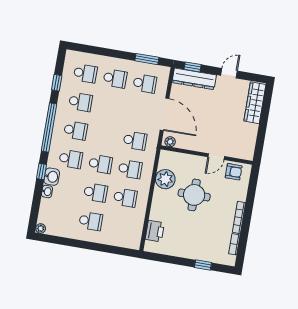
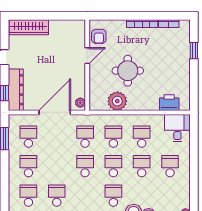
school desk: (76, 130) -> (85, 166), moved
door: (216, 157) -> (87, 56), hinge flipped
armchair: (234, 172) -> (99, 36), turned 180
desk: (128, 235) -> (177, 128), added

